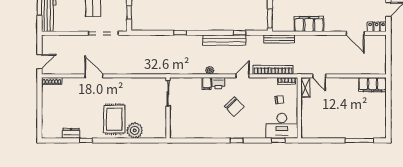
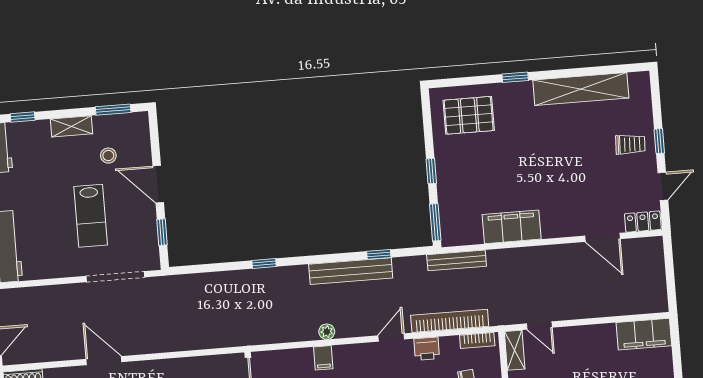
printer: (218, 83) -> (427, 349), moved

